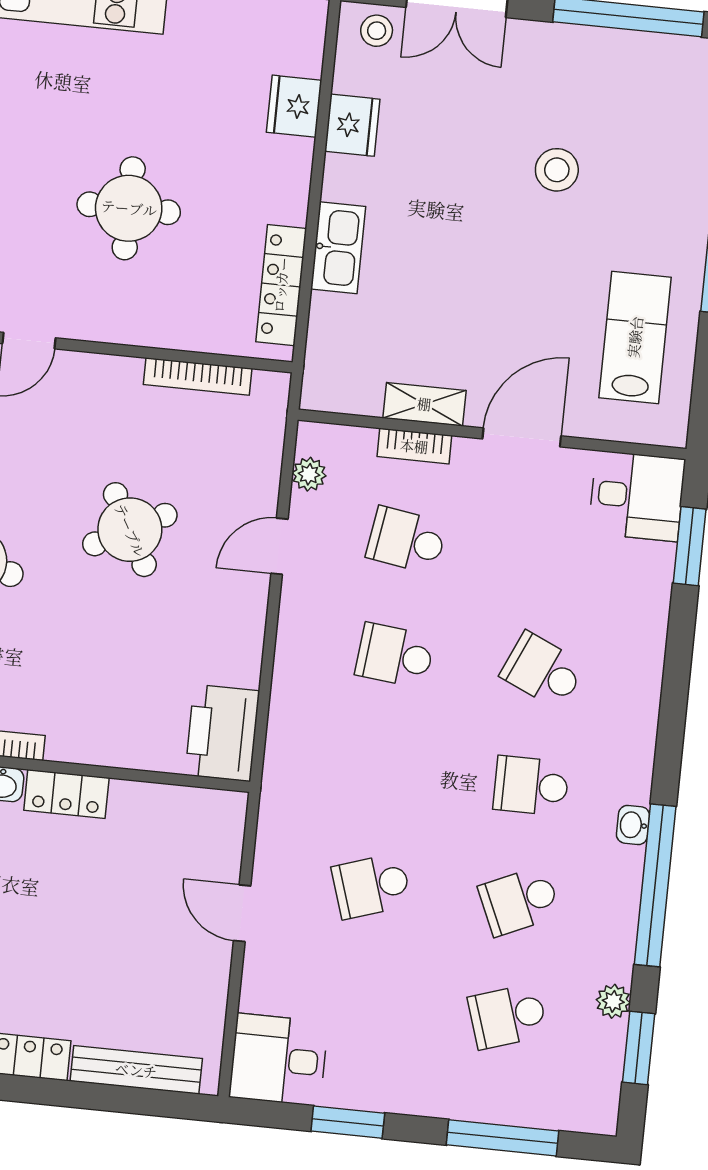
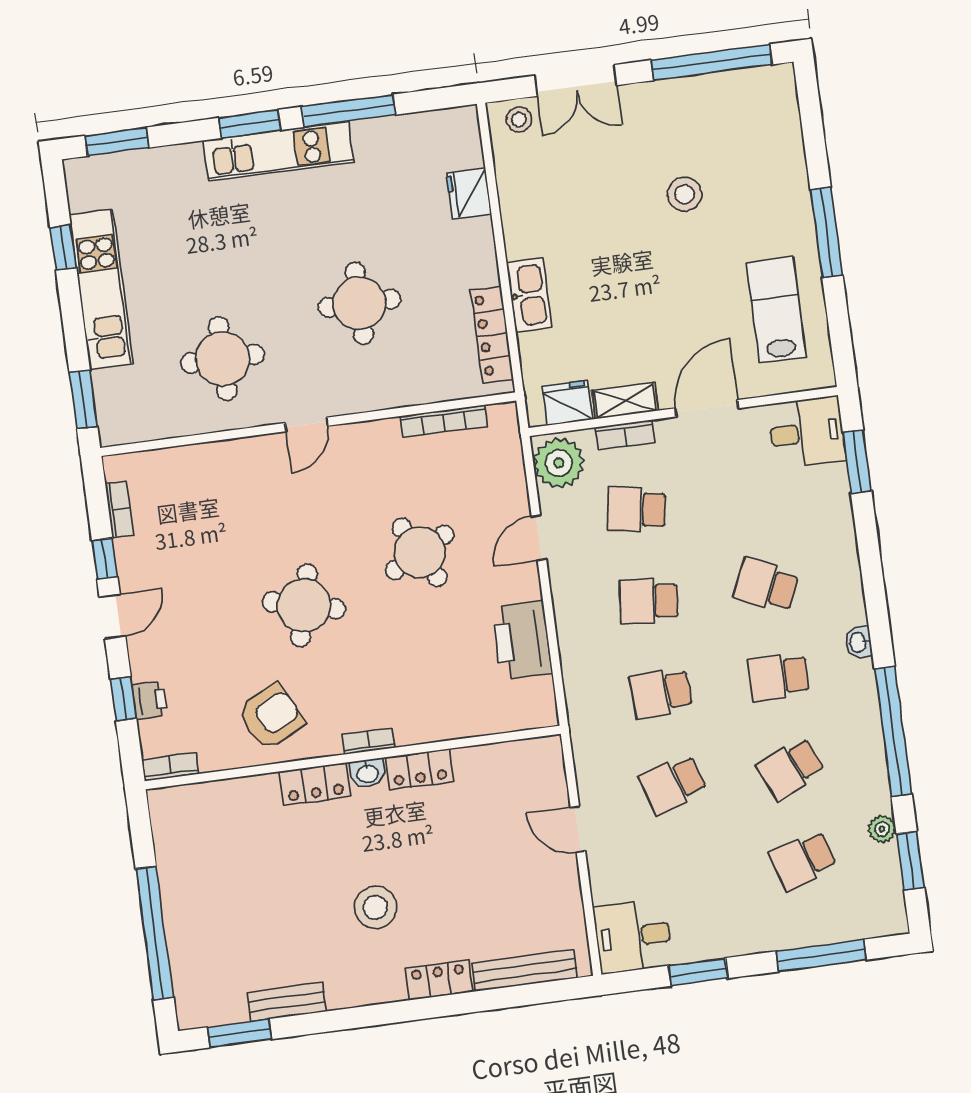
fridge: (352, 125) -> (567, 403), moved, turned -90
plant: (309, 474) -> (559, 463), width x1.88, depth x1.88
printer: (222, 733) -> (522, 640), moved
school desk: (383, 771) -> (661, 693), added
washbasin: (633, 825) -> (859, 642), moved

